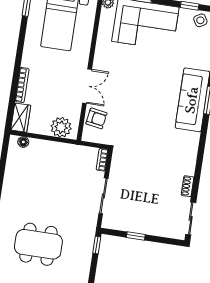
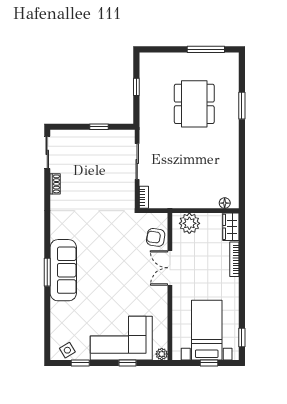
dining table: (38, 244) -> (194, 104), turned 90
window: (97, 245) -> (136, 87), moved

